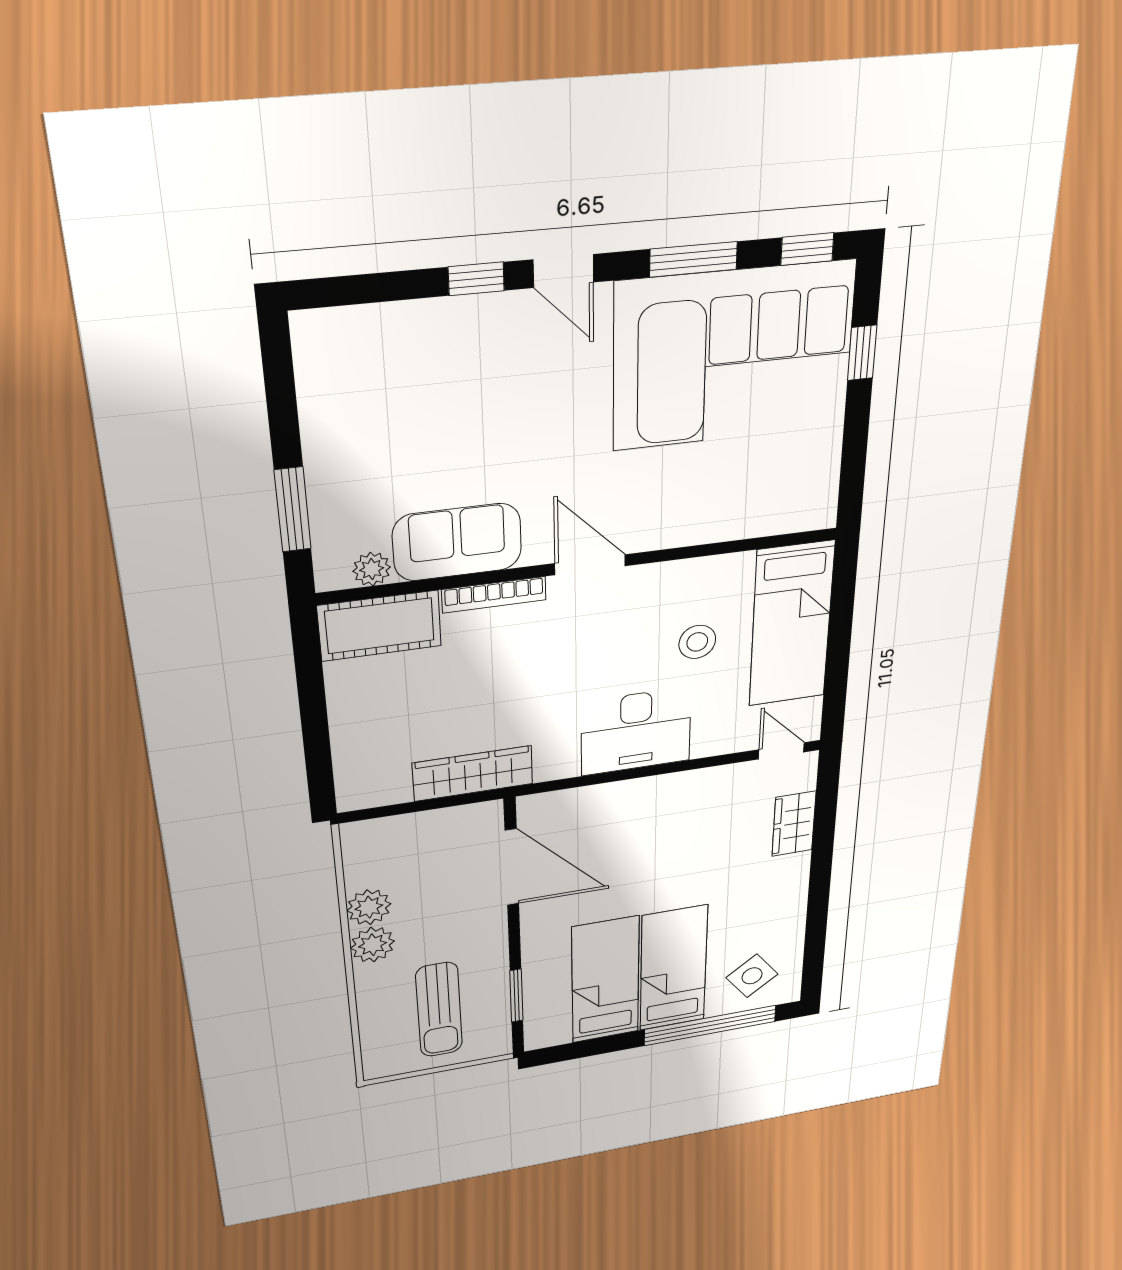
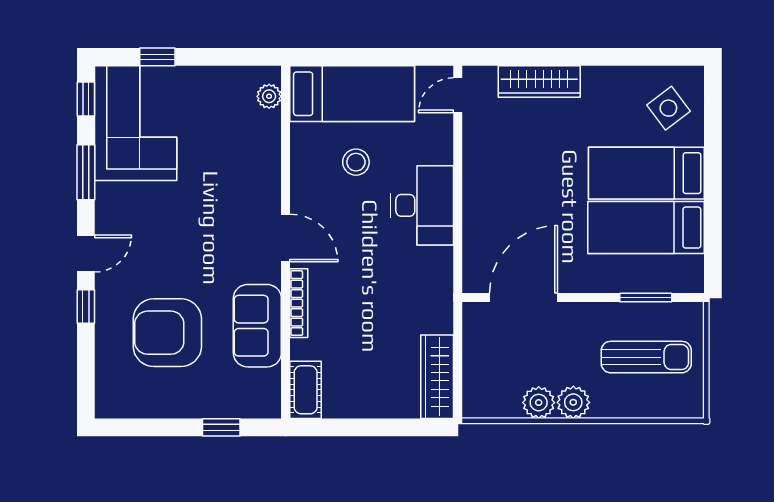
corner sofa: (734, 356) -> (136, 123), width x0.73, depth x0.74
armchair: (440, 412) -> (167, 333), added
window: (293, 510) -> (221, 427), width x0.67
door: (590, 565) -> (286, 238), swing flipped
plant: (372, 569) -> (269, 96), moved
cot: (380, 626) -> (306, 390), width x0.73, depth x0.75
wardrobe: (473, 773) -> (437, 377), moved
wardrobe: (794, 824) -> (539, 82), width x1.50
window: (710, 1025) -> (713, 141), removed

